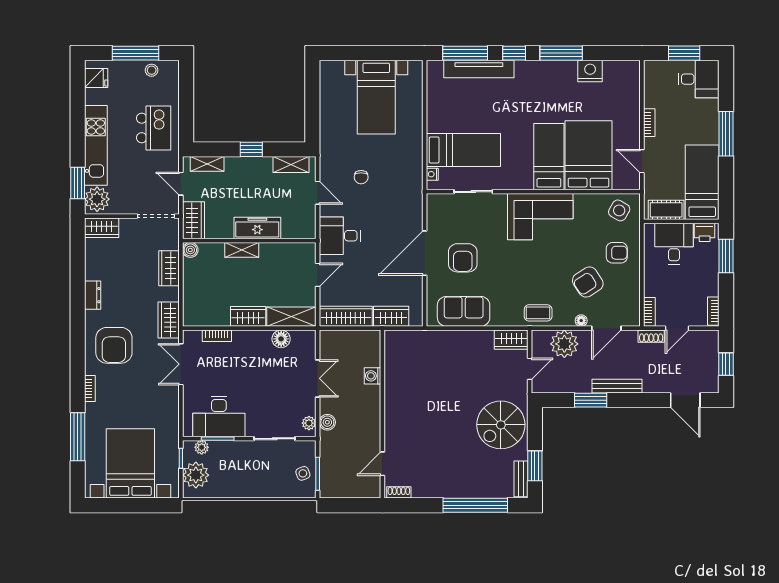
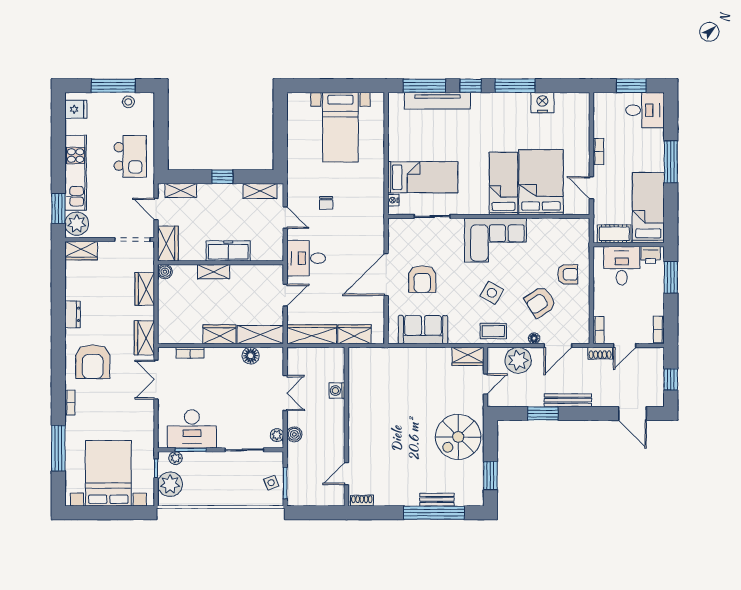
side table: (619, 210) -> (492, 293), moved
bench: (521, 479) -> (437, 500), moved, turned 90

